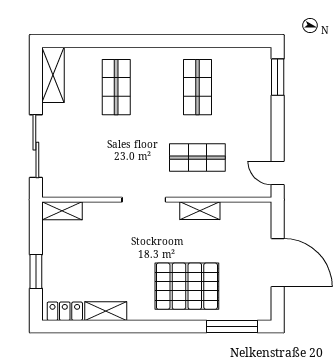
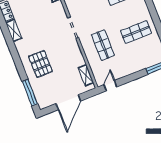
shelving: (200, 211) -> (86, 75), moved
pallet: (187, 286) -> (41, 64), width x0.73, depth x0.71

